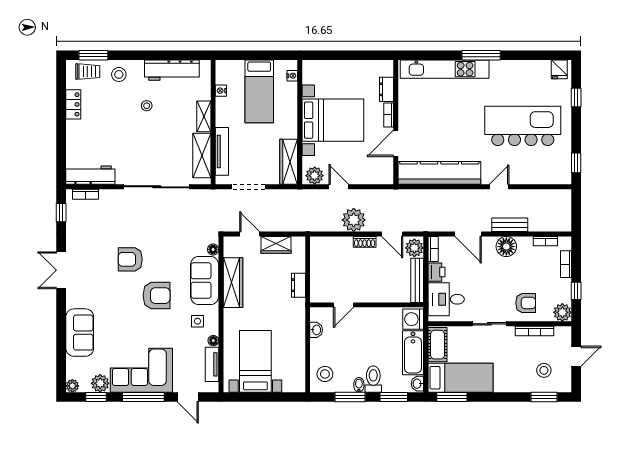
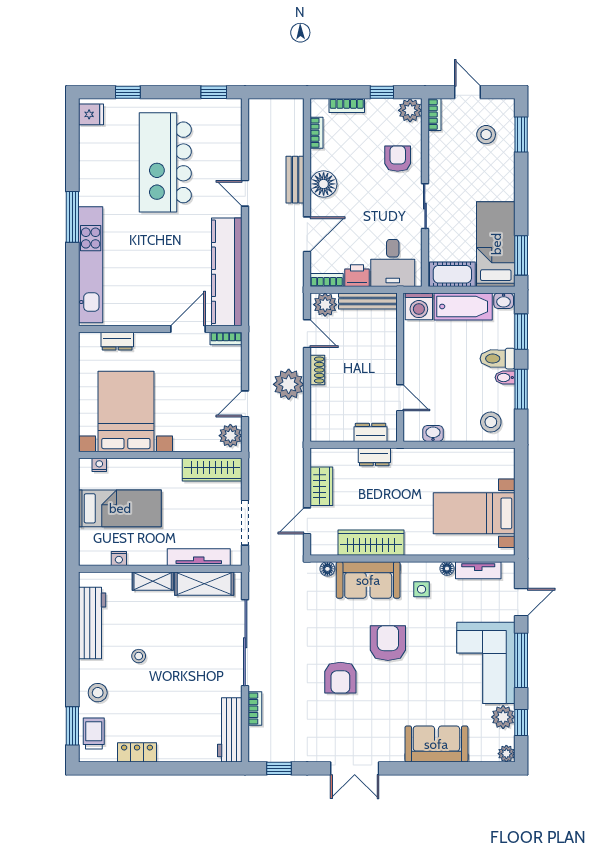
bookcase: (389, 115) -> (226, 338), moved
bed with nightstands: (333, 120) -> (126, 412), moved
door: (396, 143) -> (188, 329), swing flipped
bookcase: (86, 194) -> (255, 709), moved
door: (392, 234) -> (307, 334), hinge flipped
dresser: (317, 282) -> (371, 432), added
bookcase: (534, 331) -> (434, 115), moved, width x0.64

